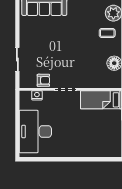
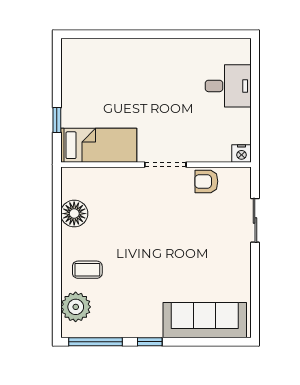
nightstand: (37, 95) -> (242, 153), moved
desk: (35, 131) -> (228, 86), width x0.53, depth x0.77

